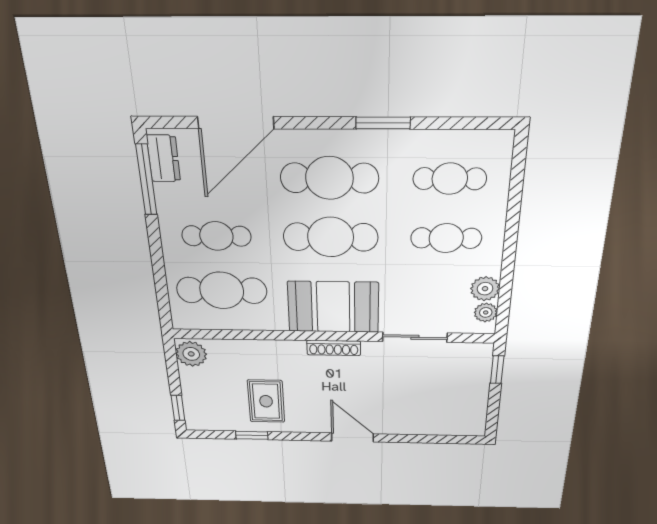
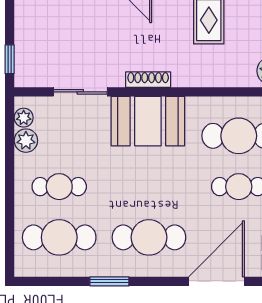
cafe table: (450, 179) -> (59, 237), width x1.37, depth x1.35
cafe table: (331, 237) -> (149, 187), removed

